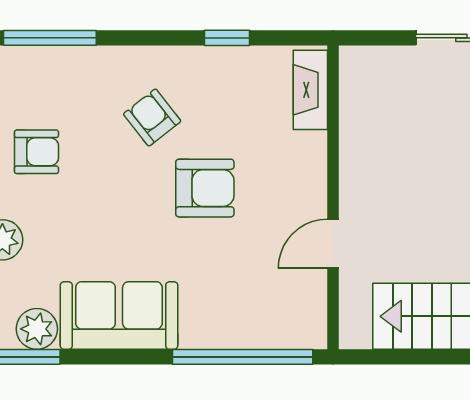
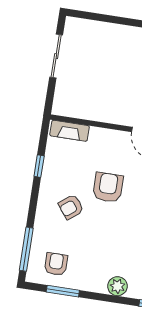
armchair: (36, 152) -> (56, 264), moved

